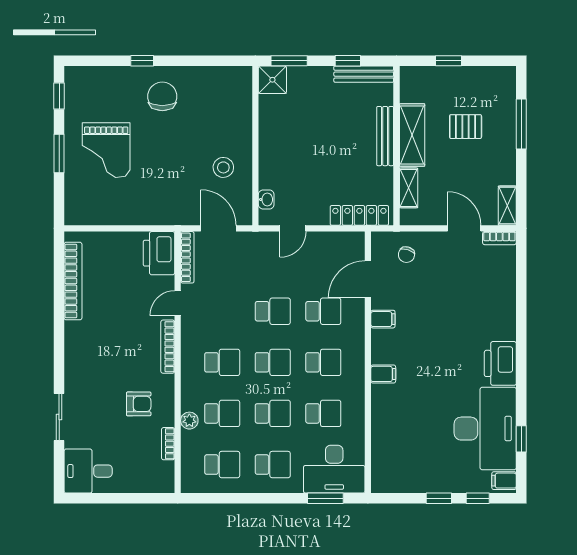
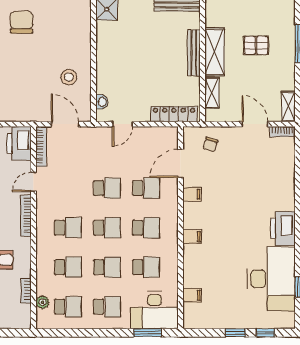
plant: (189, 421) -> (43, 302), moved
filing cabinet: (504, 481) -> (192, 295), moved, turned 180

